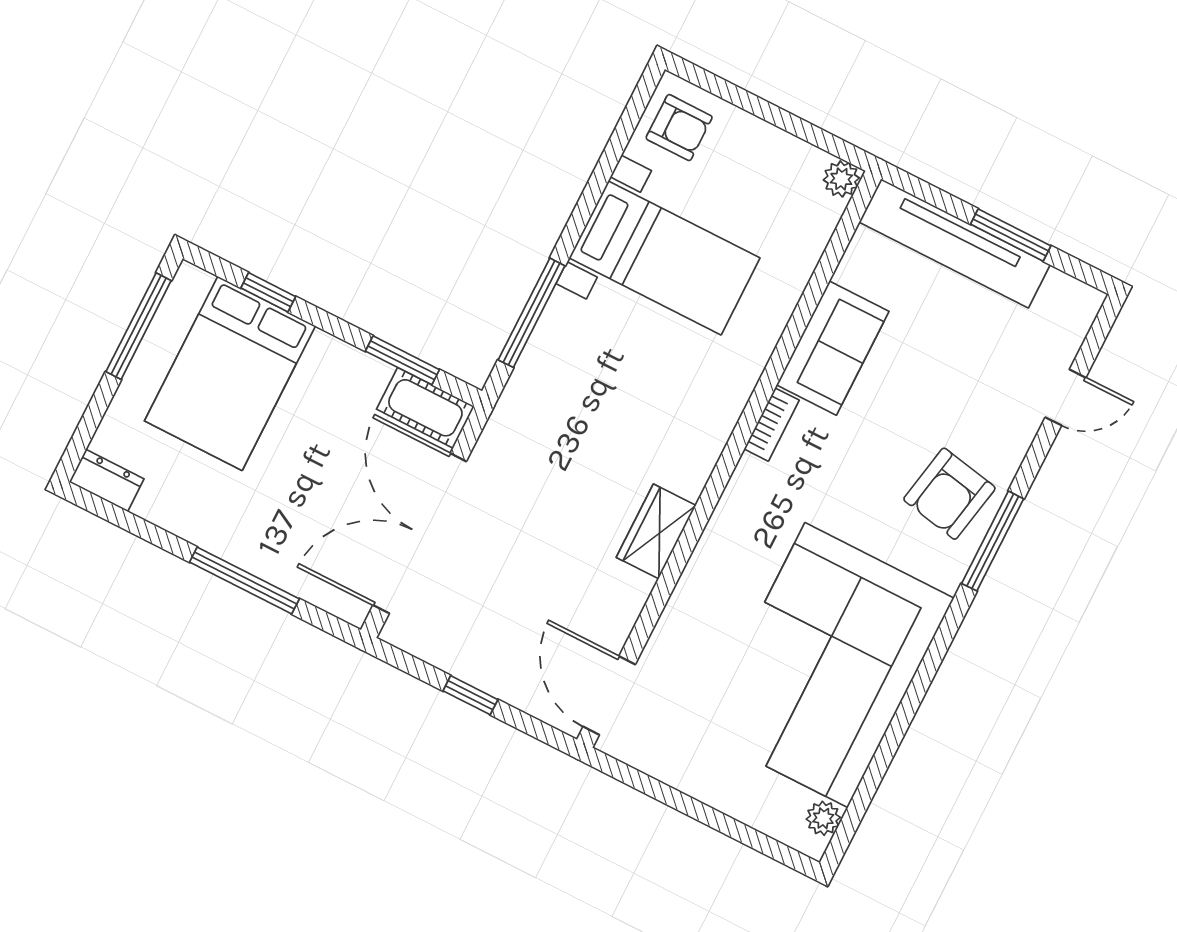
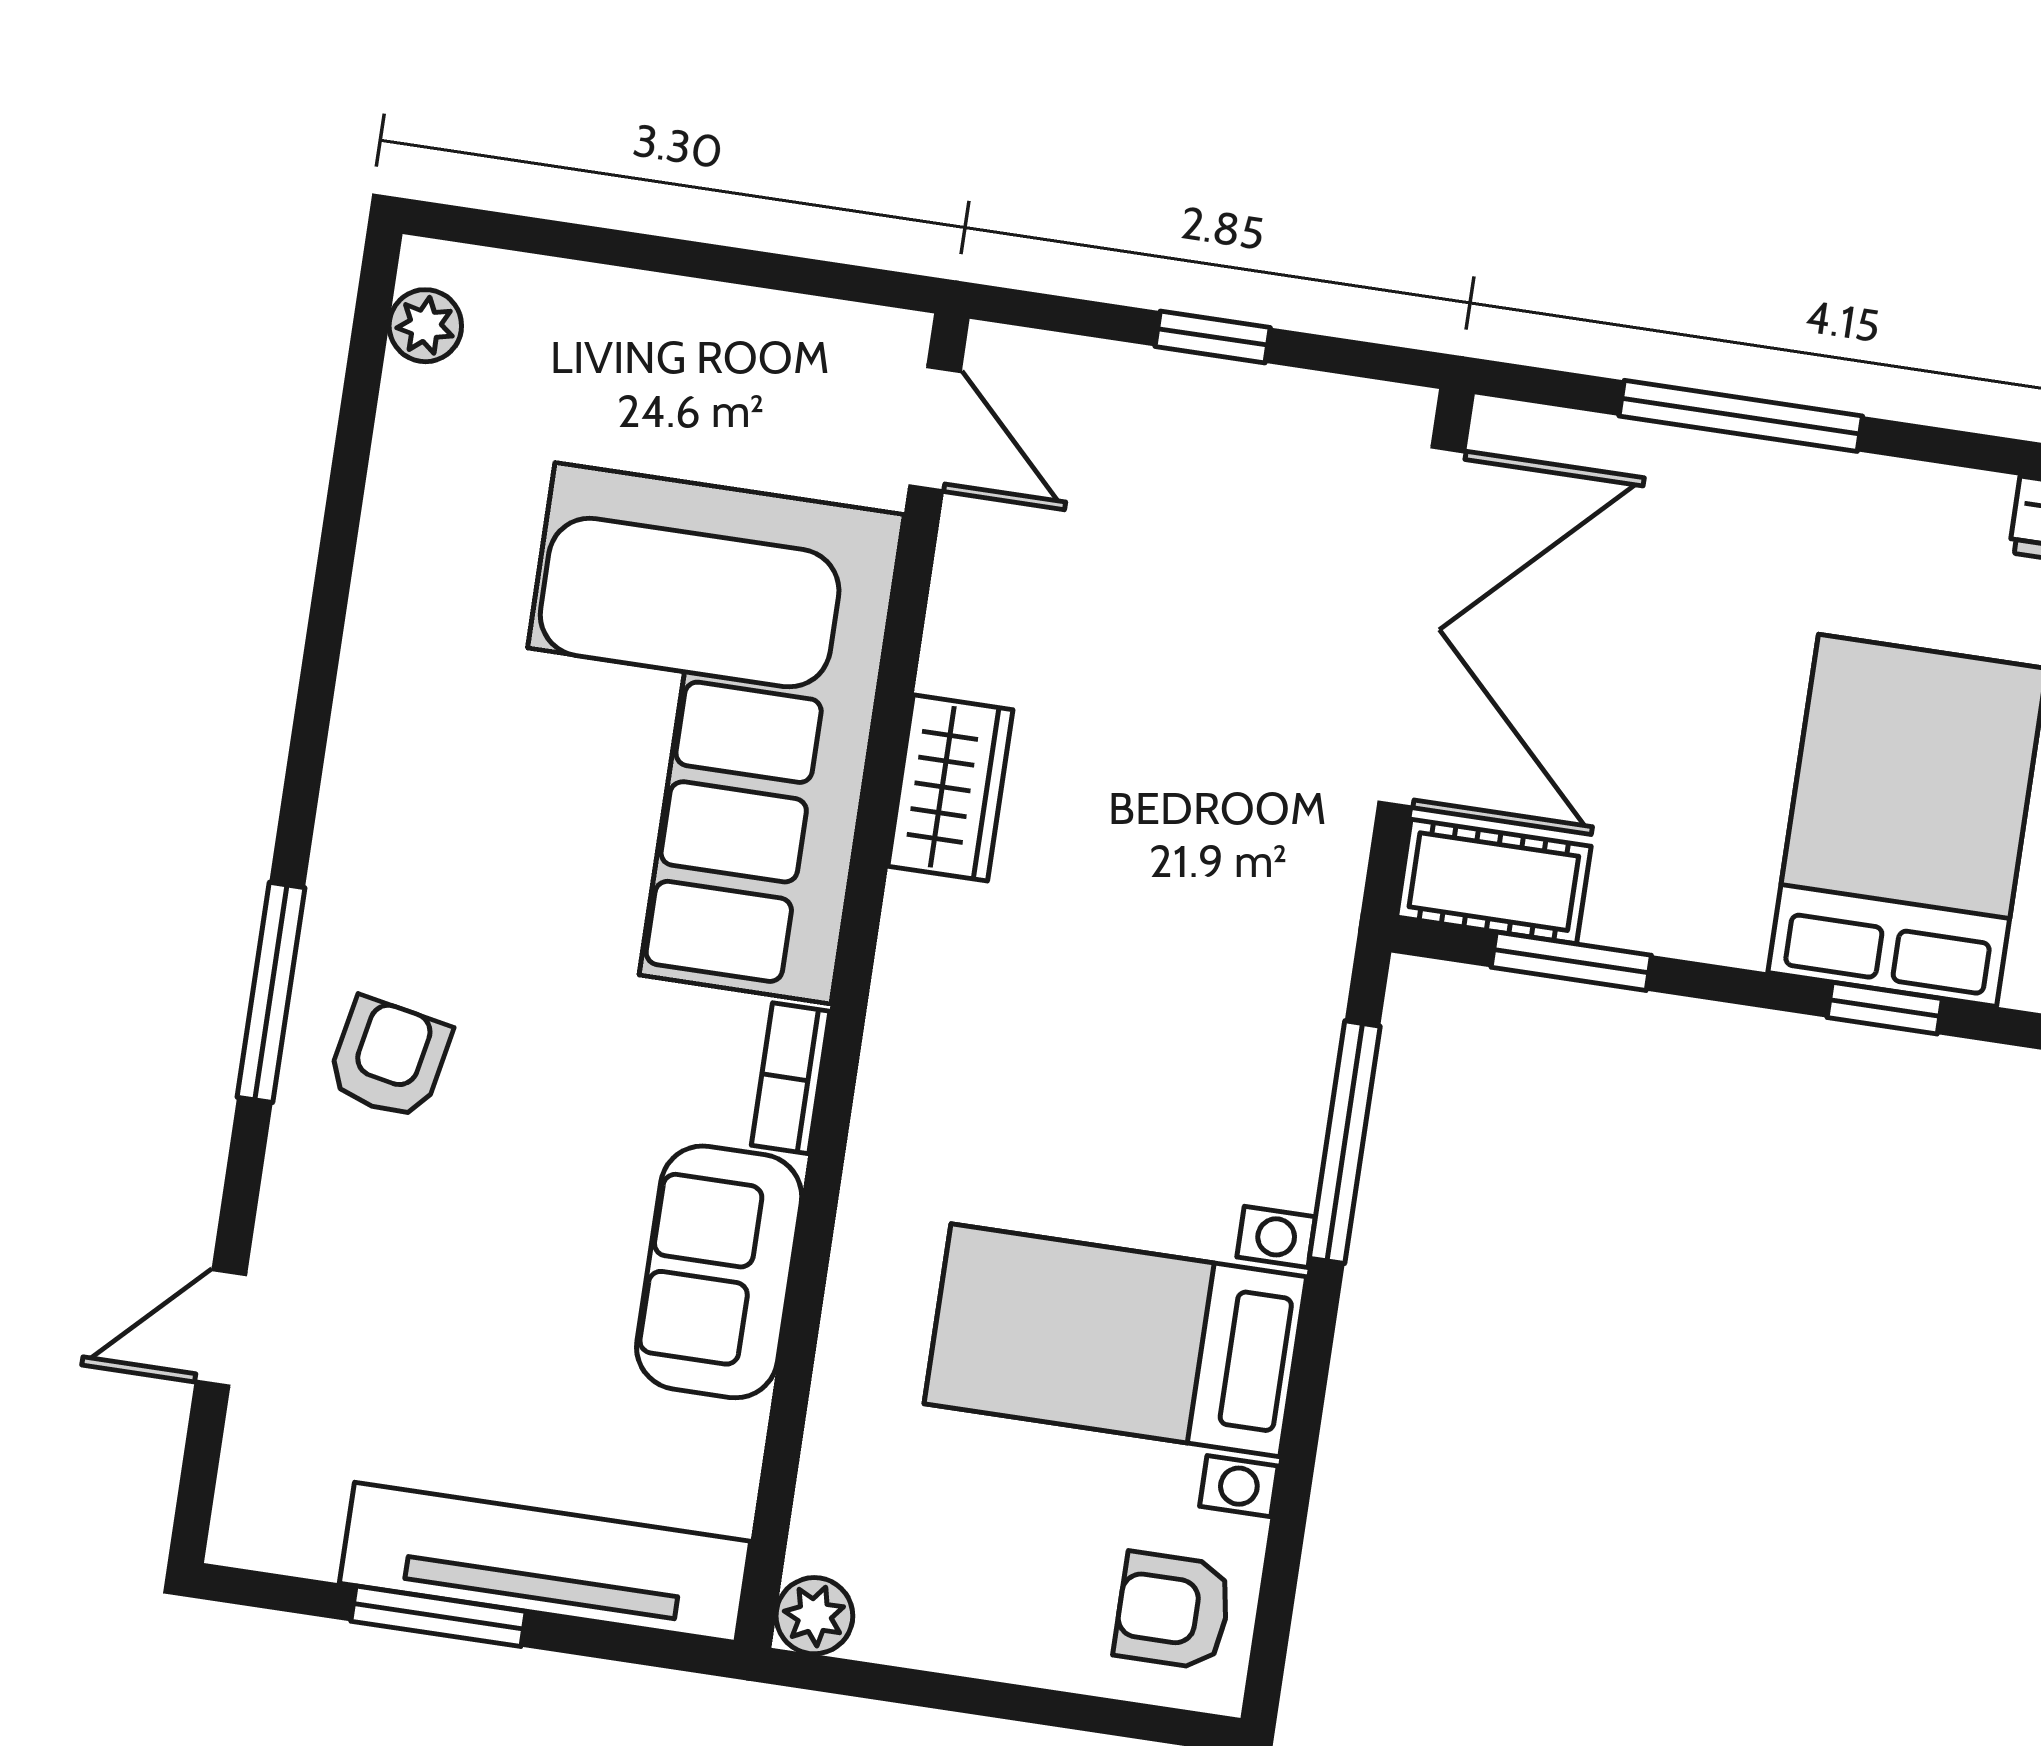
armchair: (949, 494) -> (389, 1058), width x0.72, depth x0.72
corner sofa: (826, 665) -> (693, 733), moved, turned 180
door: (609, 695) -> (935, 429), width x0.73

